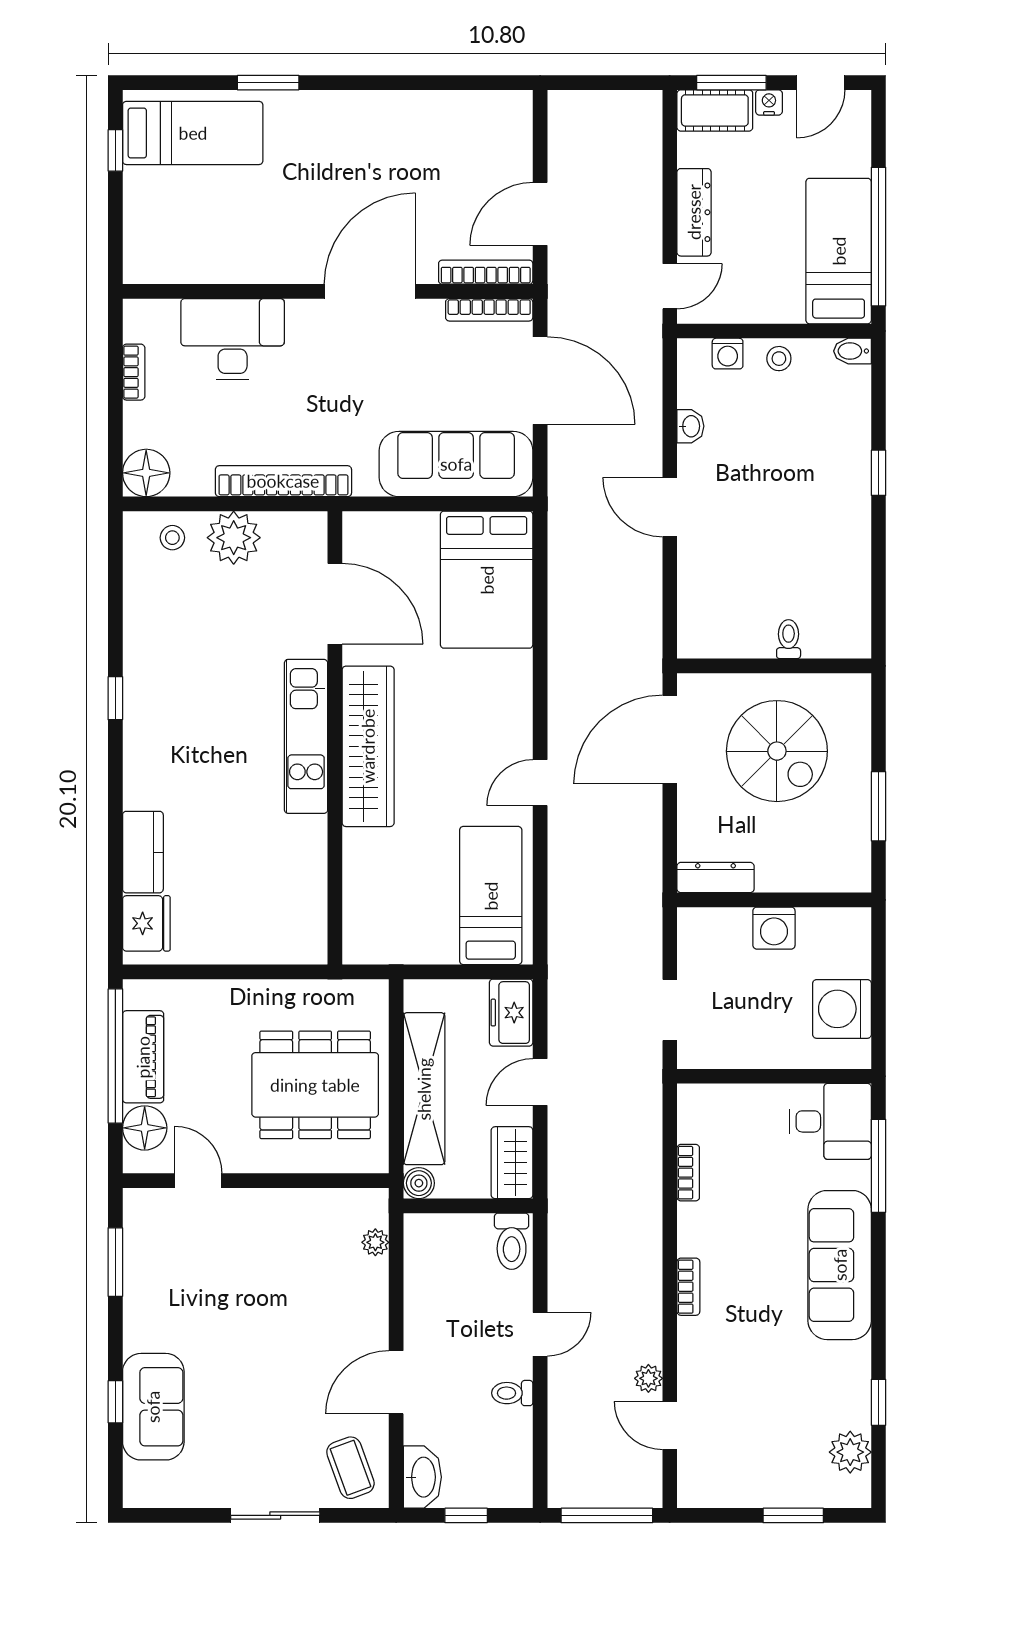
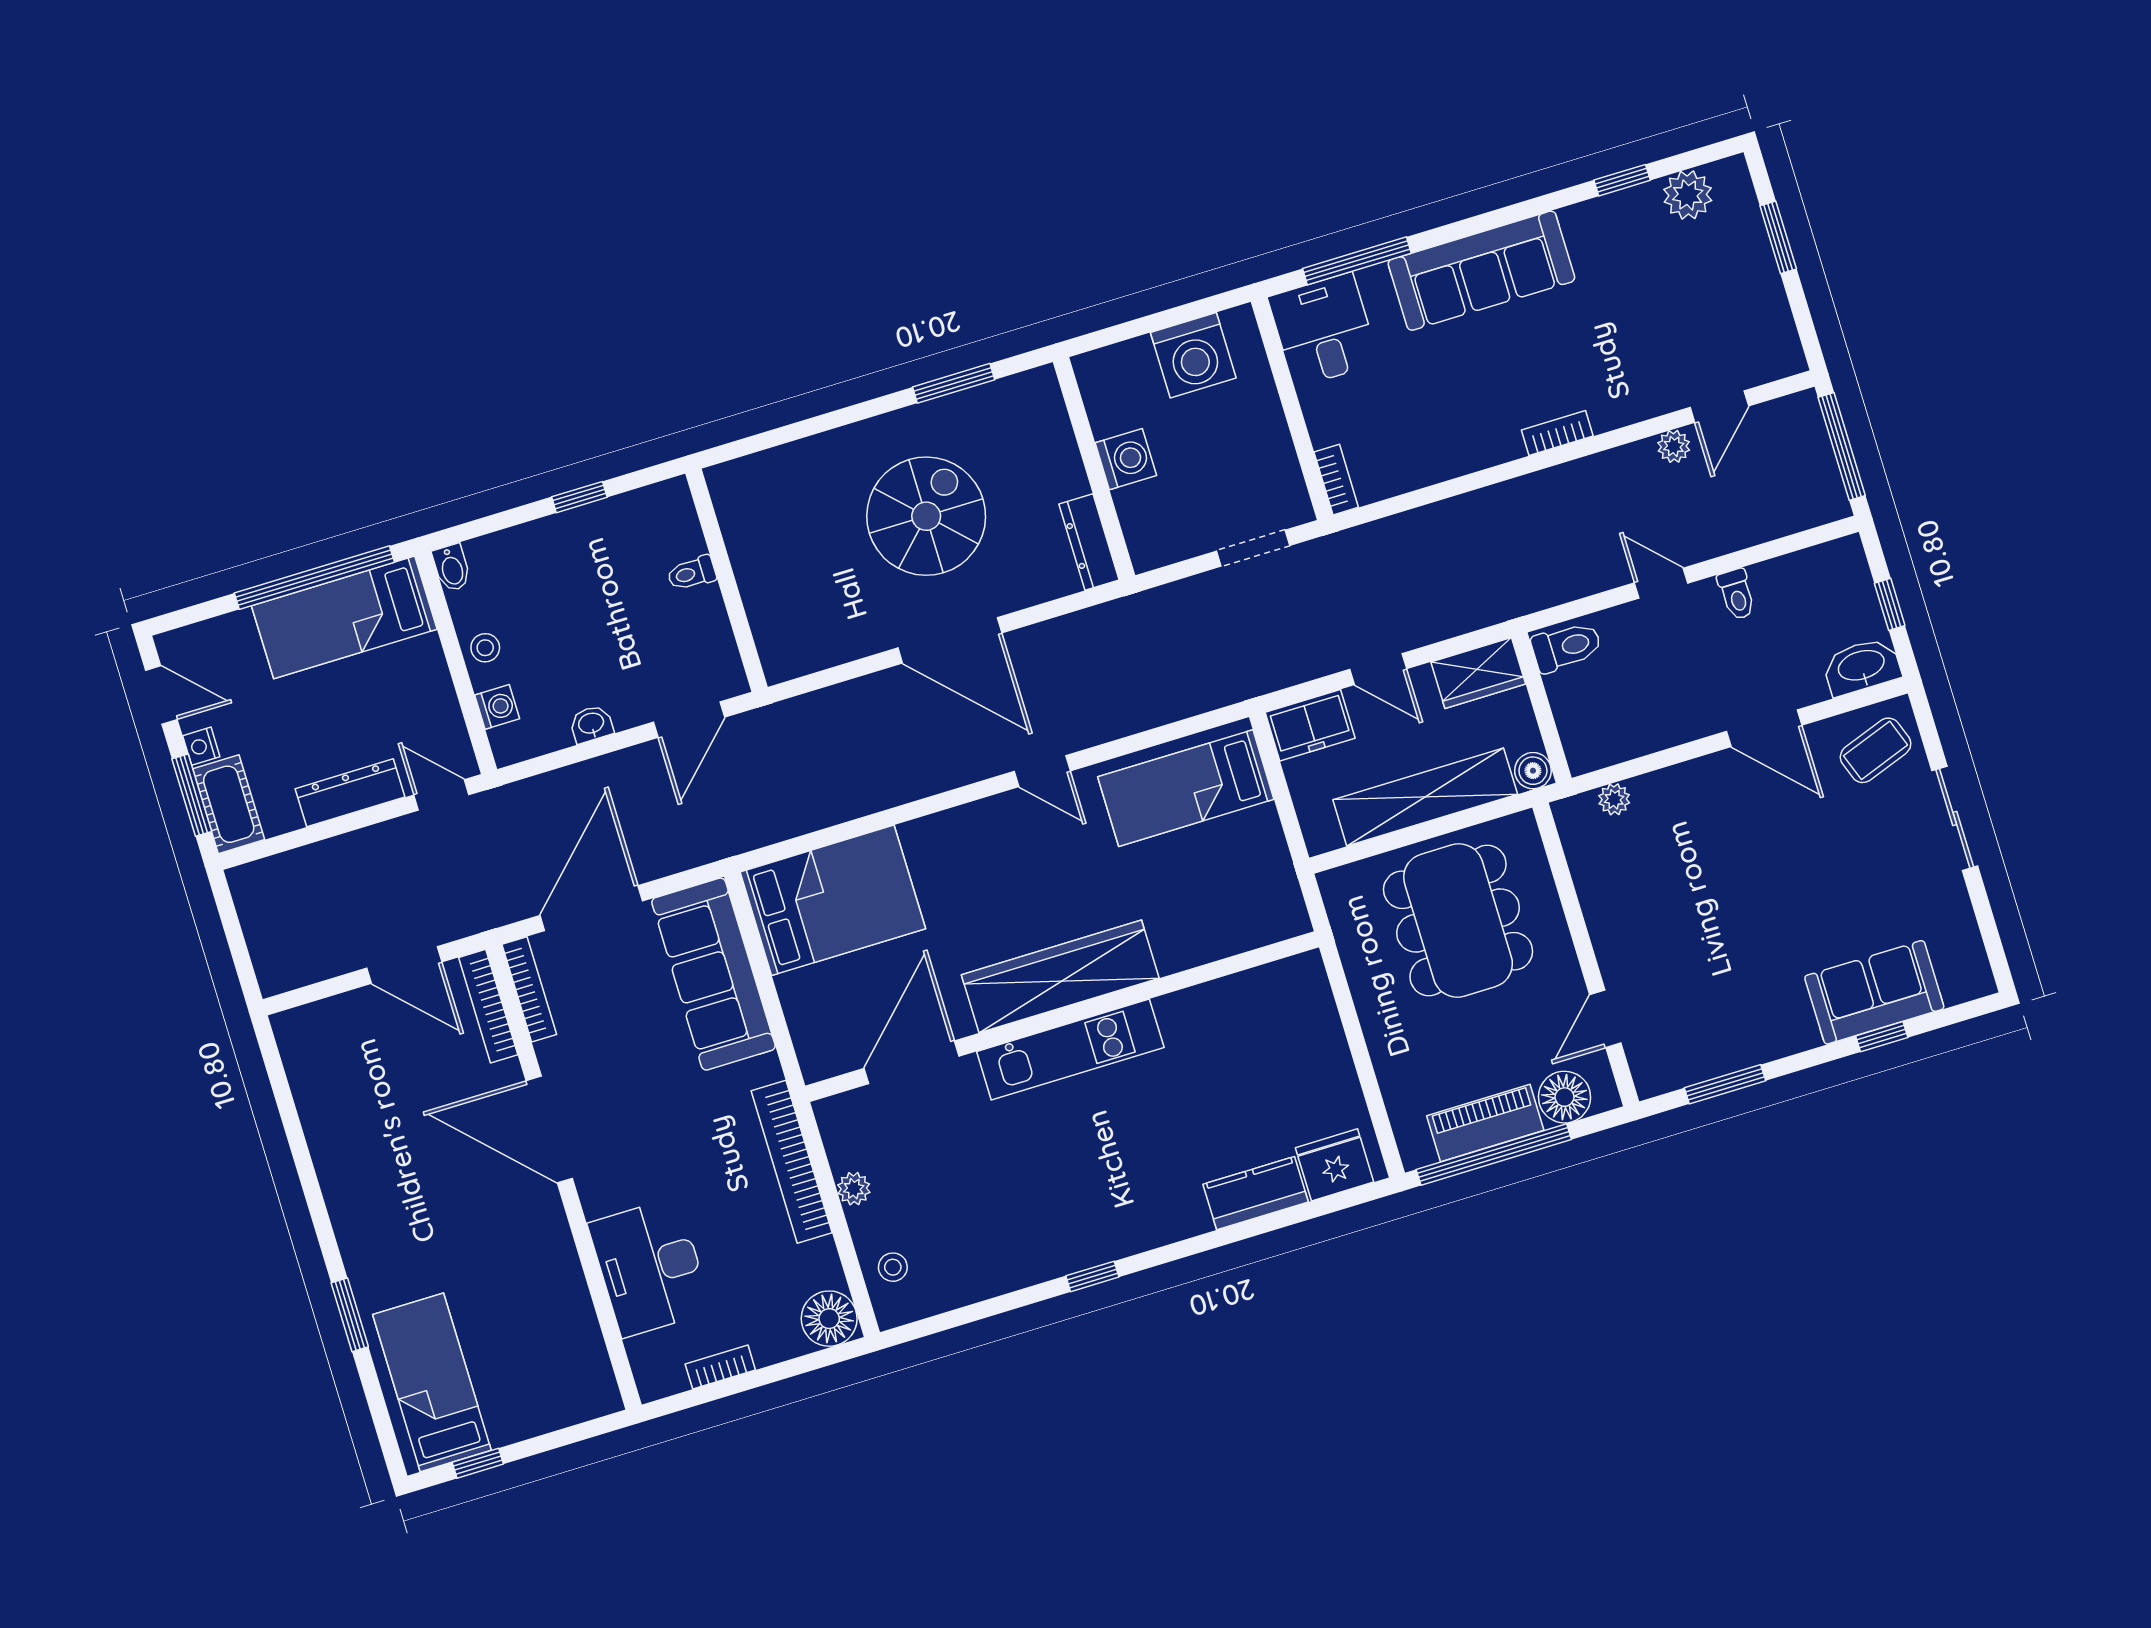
plant: (234, 538) -> (854, 1189), width x0.53, depth x0.53
toilet: (789, 639) -> (692, 573), moved
wall: (774, 666) -> (727, 580), moved
bookcase: (688, 1173) -> (1336, 480), moved, turned 90

